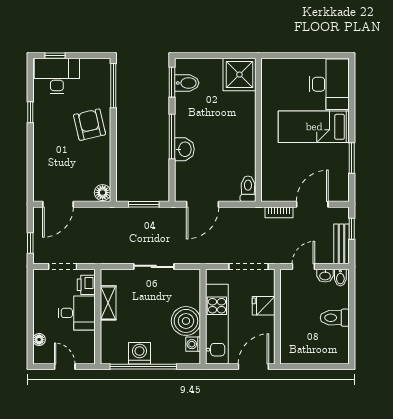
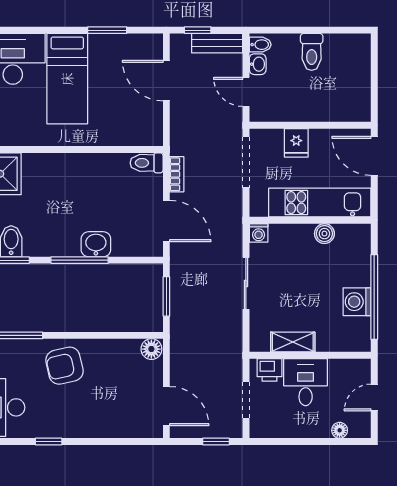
bookcase: (279, 212) -> (177, 174), moved
boiler: (186, 321) -> (324, 234), width x0.54, depth x0.54
washing machine: (193, 344) -> (259, 233), moved

